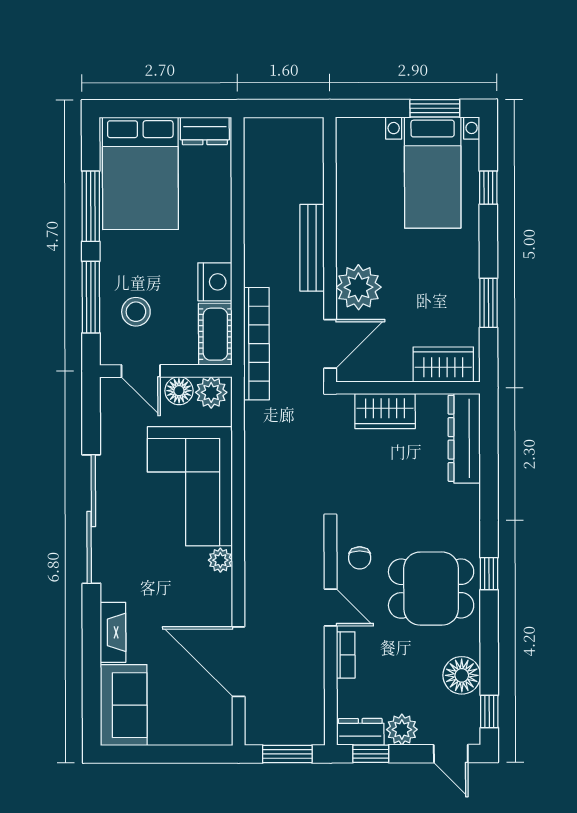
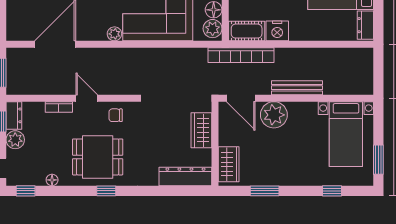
bed with nightstands: (433, 172) -> (346, 134), moved, turned -90
dining table: (431, 589) -> (98, 157), turned 90
door: (331, 607) -> (87, 98), swing flipped
floor lamp: (462, 675) -> (52, 180), width x0.53, depth x0.53

